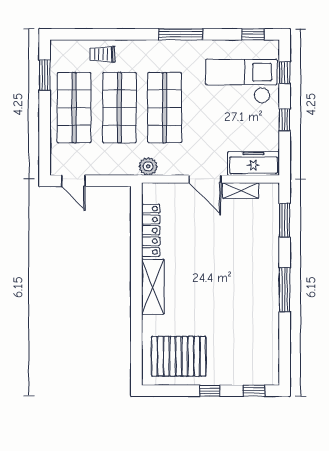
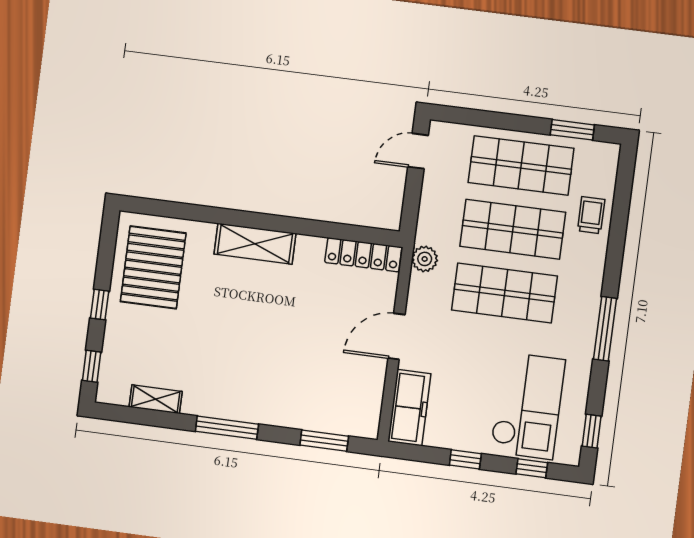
shelving: (241, 191) -> (156, 399), moved, turned 90
locker: (151, 230) -> (363, 255), moved

